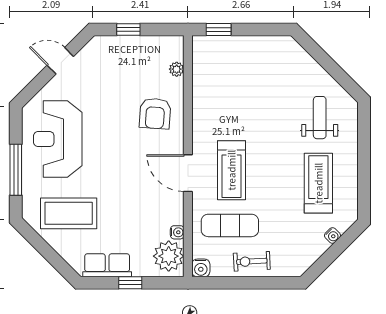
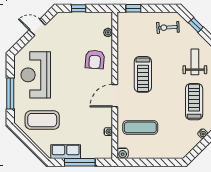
window: (321, 57) -> (196, 25), added
treadmill: (231, 170) -> (143, 74), moved
door: (188, 173) -> (115, 96), hinge flipped
plant: (169, 256) -> (103, 146), removed
exercise bike: (252, 261) -> (168, 27), moved
window: (130, 283) -> (80, 162), width x2.17

